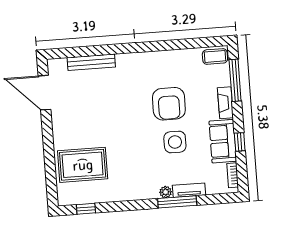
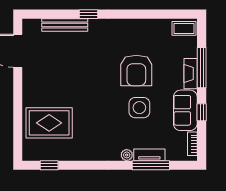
window: (115, 49) -> (88, 14), added
window: (235, 80) -> (202, 68), moved
window: (177, 202) -> (151, 165), moved

